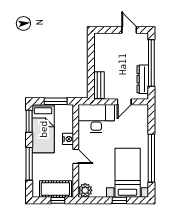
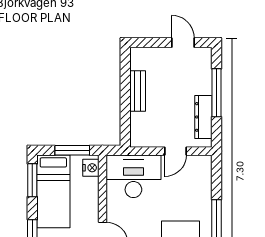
window: (151, 63) -> (216, 93), width x0.68
bench: (99, 85) -> (138, 91), moved
nightstand: (68, 139) -> (91, 168), moved

